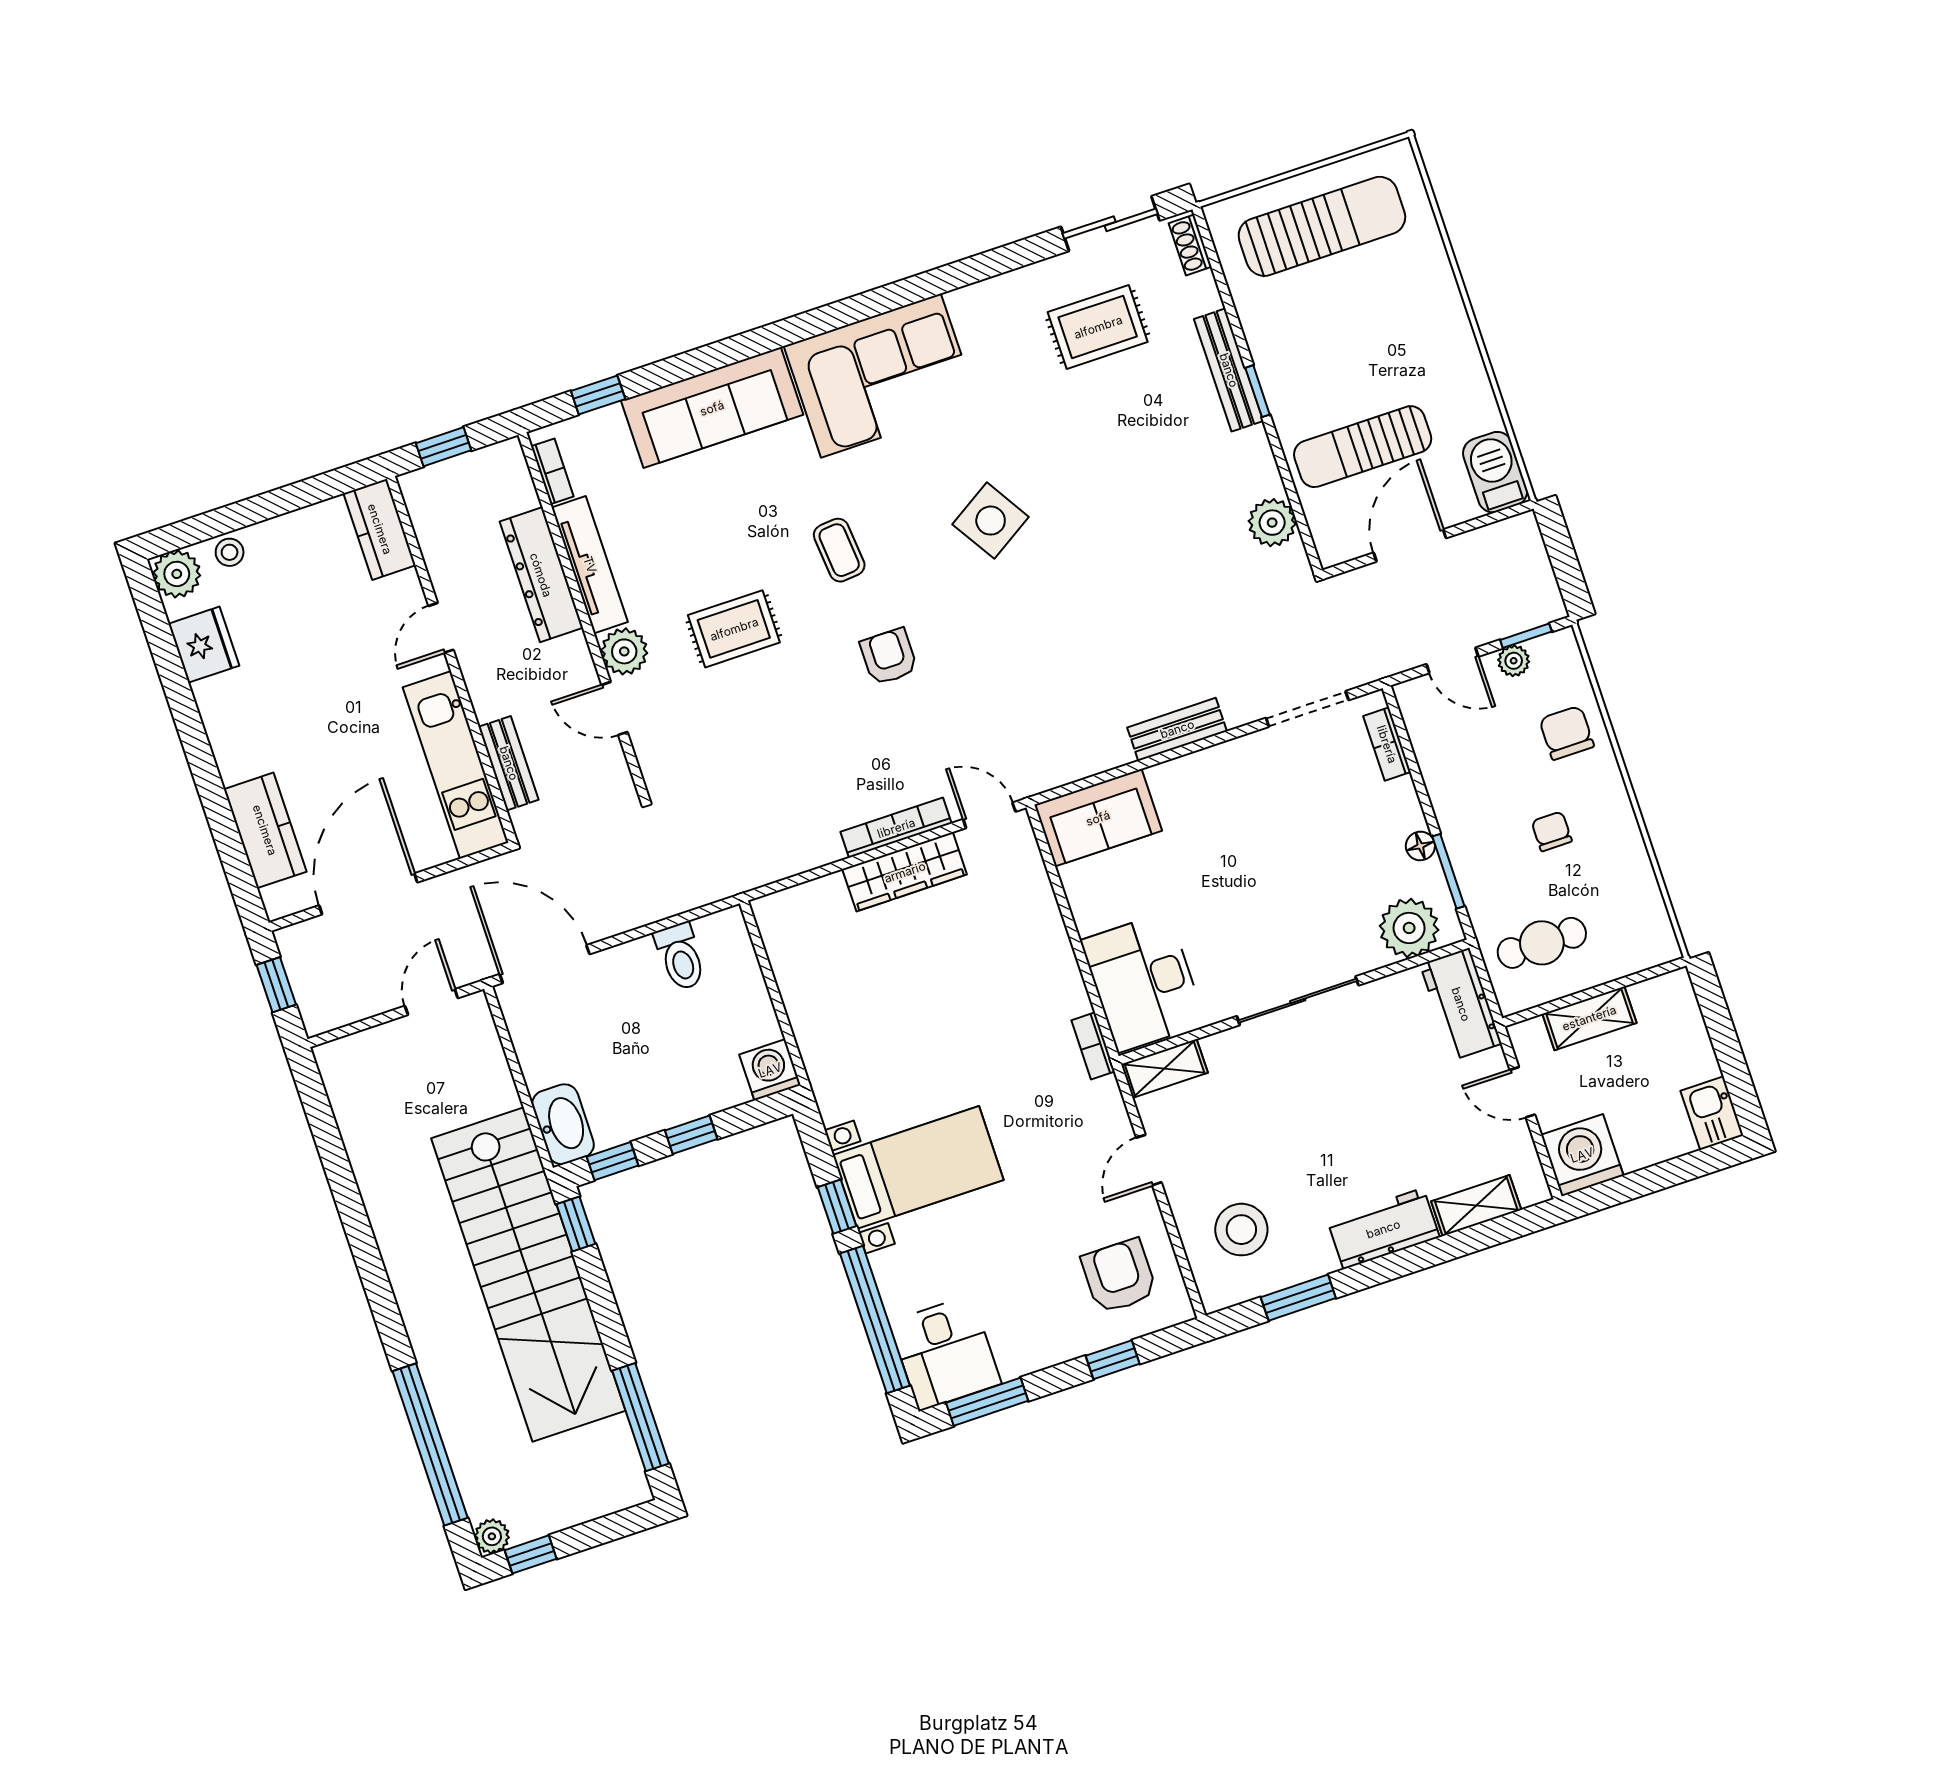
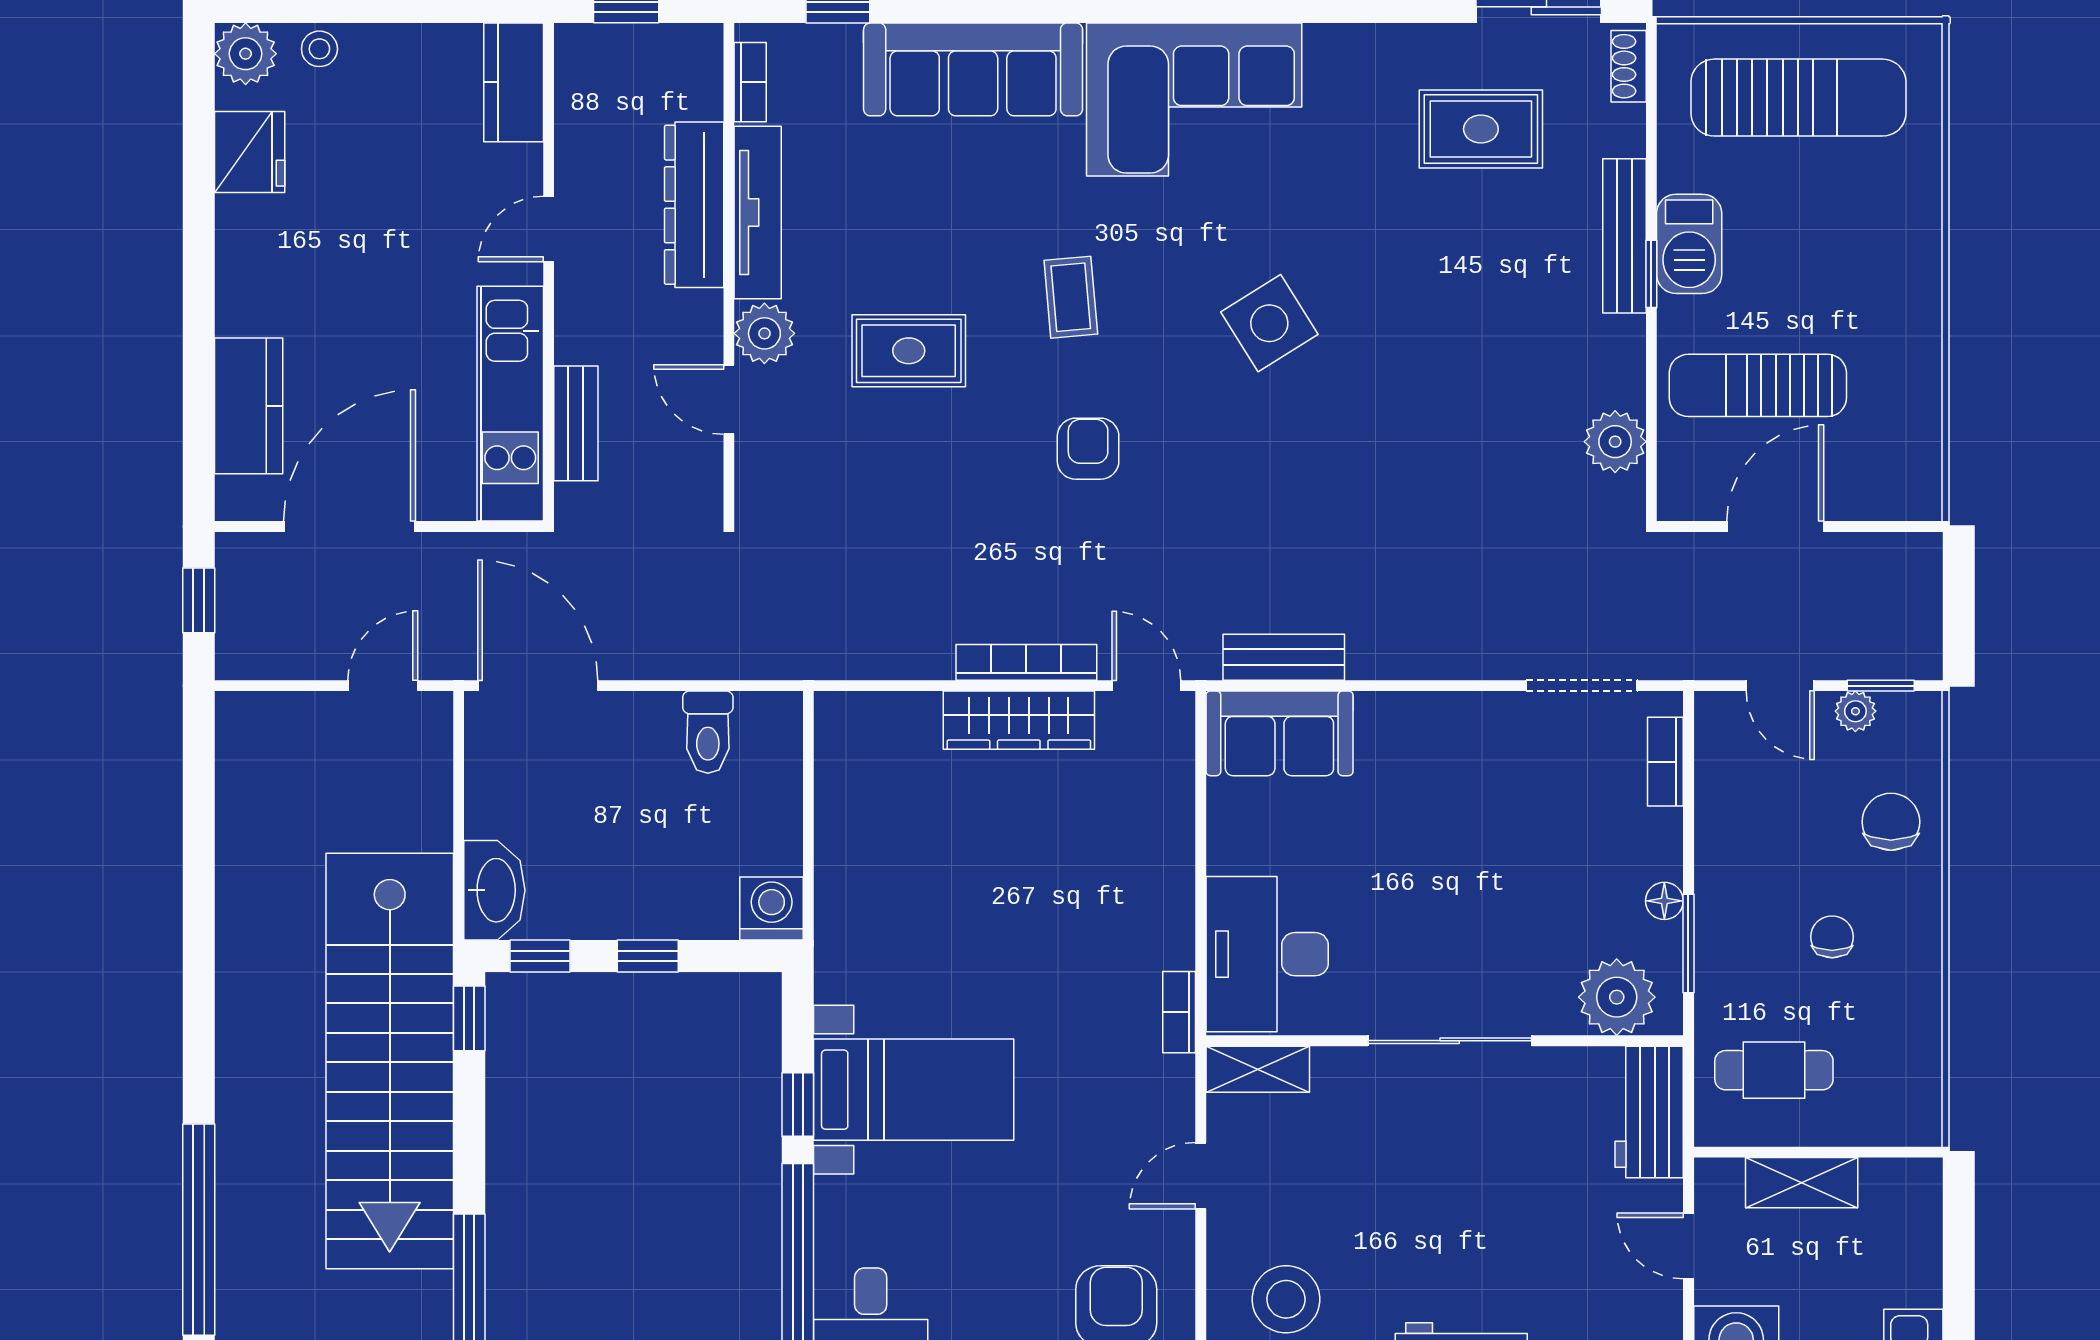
barbecue: (1495, 472) -> (1689, 244), moved, turned 180
bench: (1177, 729) -> (1284, 657), moved

